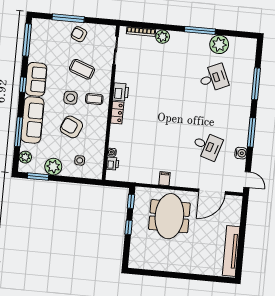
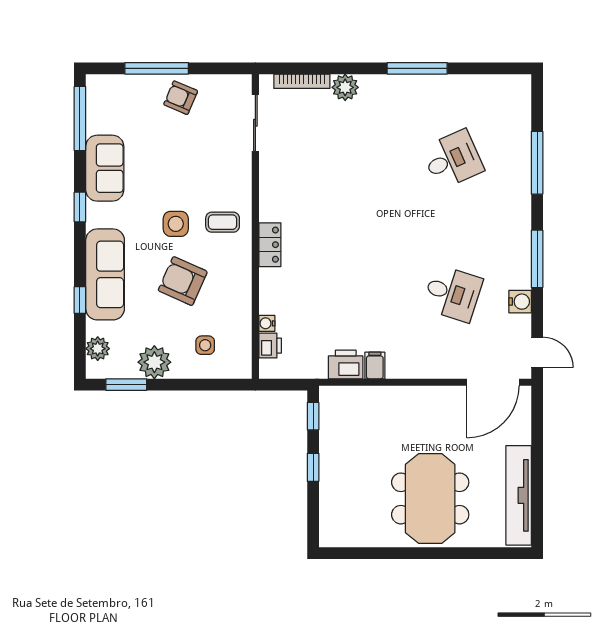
plant: (219, 44) -> (458, 92), removed
coffee table: (82, 69) -> (193, 166), removed
sofa: (36, 79) -> (105, 168), moved
printer: (121, 92) -> (346, 364), moved, turned -90
window: (19, 132) -> (80, 300), width x0.46
door: (212, 192) -> (493, 382), moved
meeting table: (169, 216) -> (430, 498), moved

